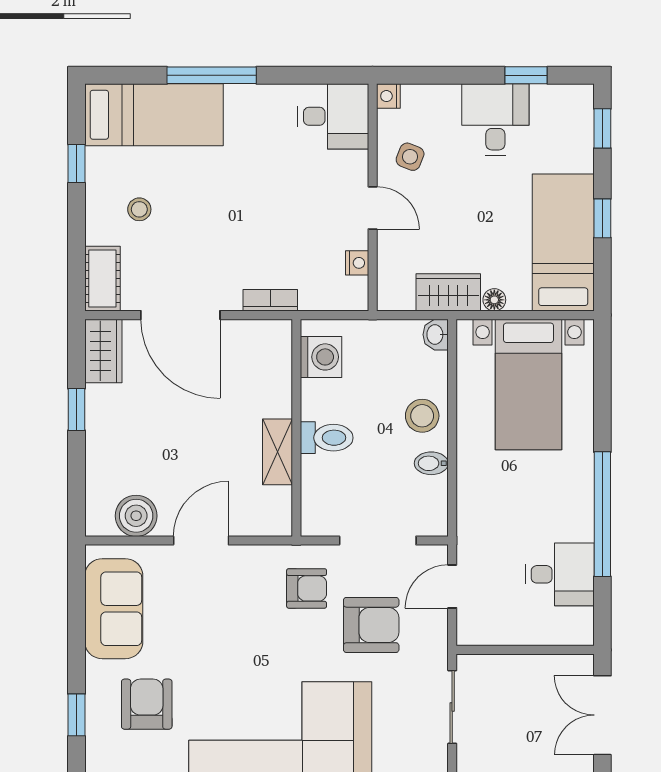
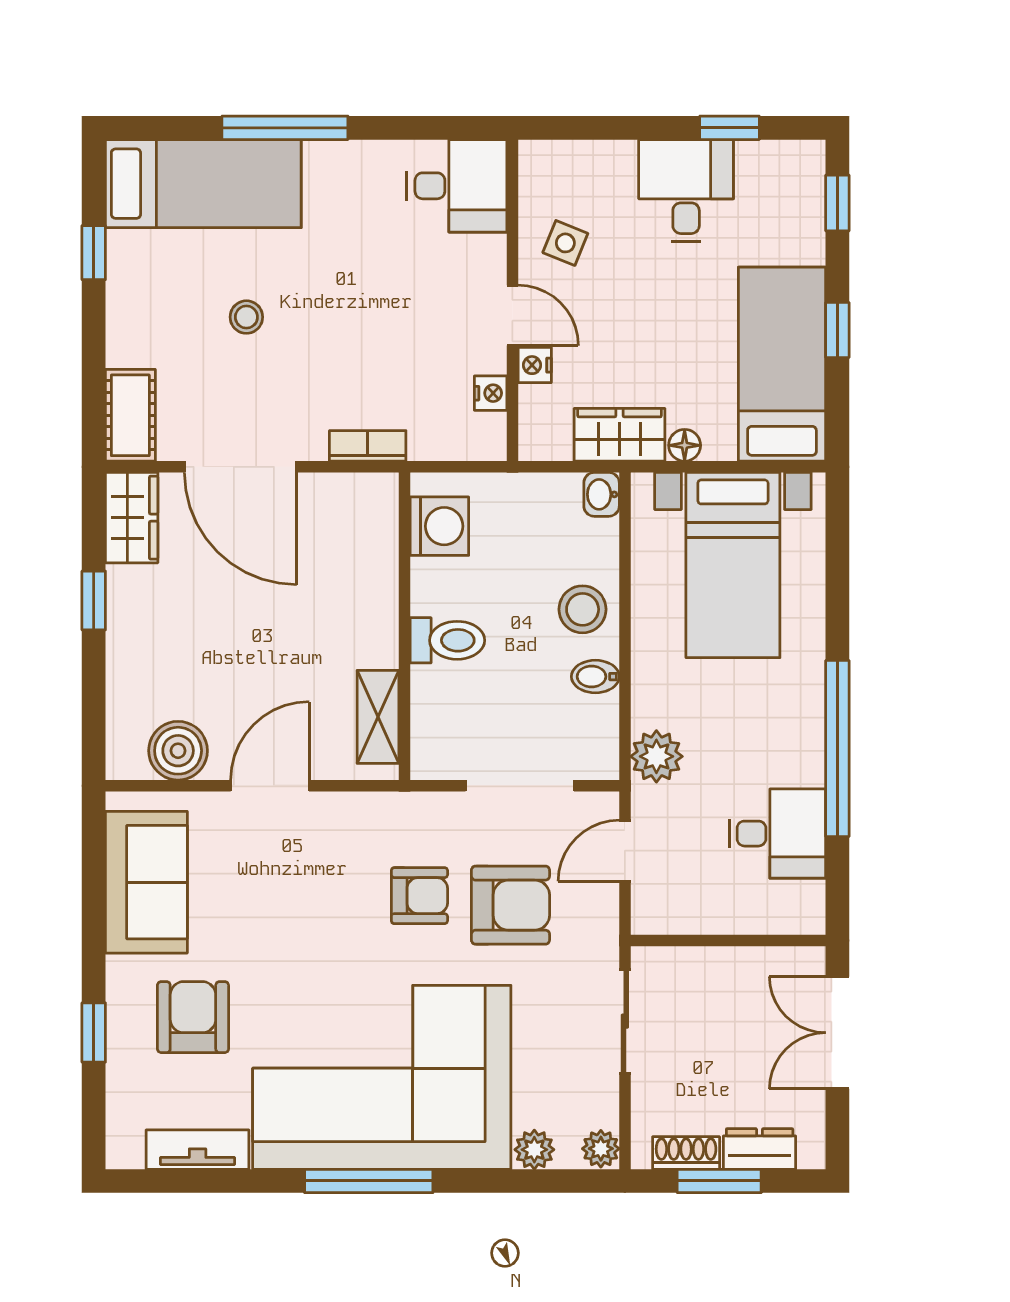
nightstand: (388, 96) -> (535, 365), moved
stool: (139, 209) -> (246, 317), moved
shelving: (278, 452) -> (378, 717), moved
plant: (474, 520) -> (656, 756), added
armchair: (307, 588) -> (419, 896), moved

